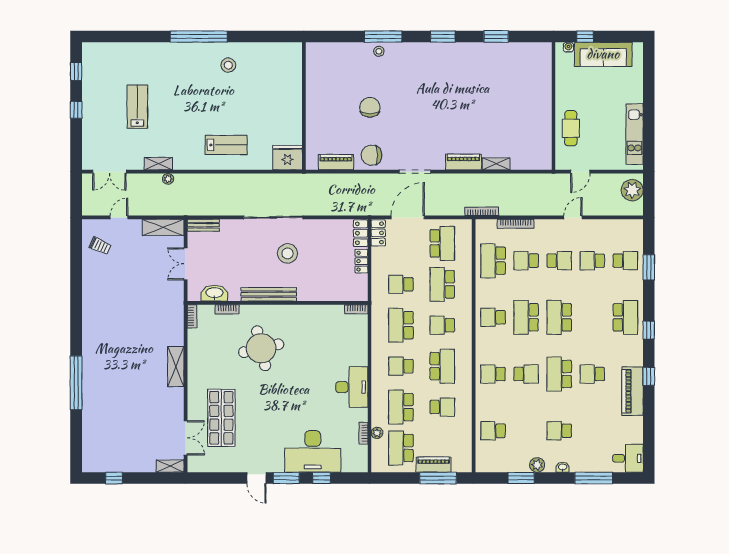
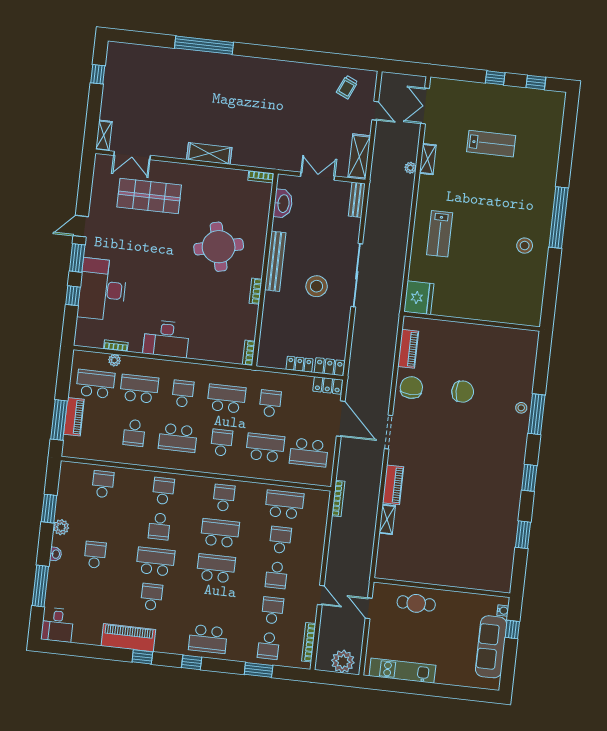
bookcase: (516, 224) -> (309, 642), moved
bookcase: (227, 309) -> (256, 291), moved

